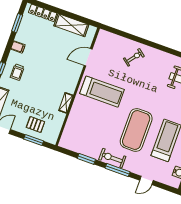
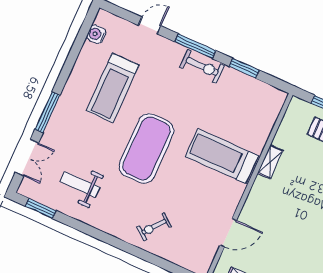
treadmill: (102, 92) -> (222, 156), moved
exercise mat: (136, 130) -> (146, 148), moved

